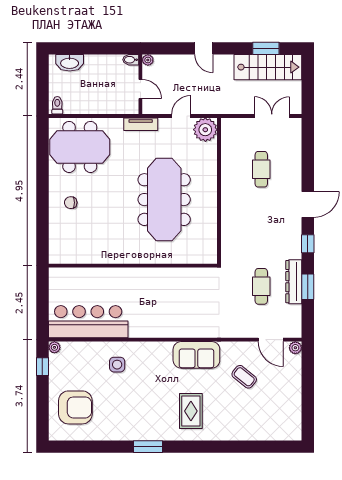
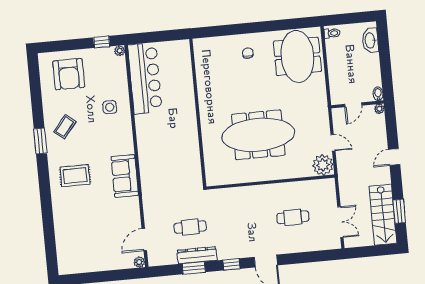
tv unit: (141, 124) -> (322, 108), removed
coffee table: (244, 377) -> (65, 127), moved

